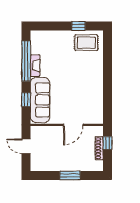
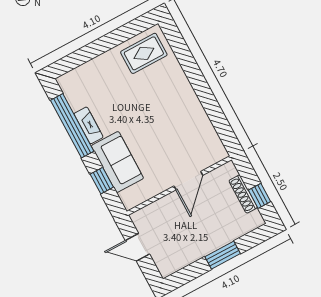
window: (79, 26) -> (120, 35), removed
sofa: (40, 100) -> (117, 162), width x0.73
window: (107, 143) -> (259, 196), moved

